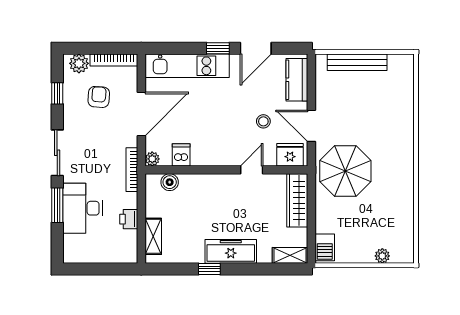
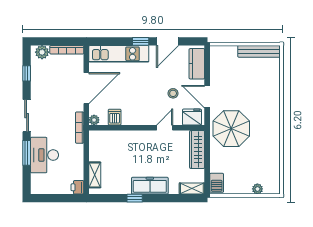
bench: (357, 62) -> (259, 51), moved
armchair: (99, 97) -> (56, 76), removed
boiler: (170, 182) -> (106, 137), removed
printer: (129, 219) -> (77, 187), moved

